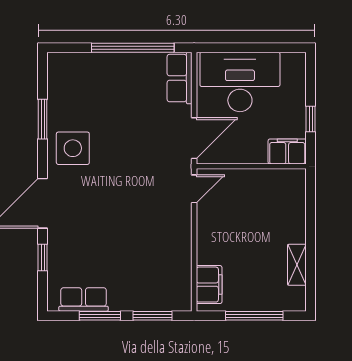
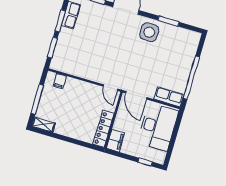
window: (311, 119) -> (145, 162), moved
locker: (272, 180) -> (103, 129), added
shelving: (297, 265) -> (44, 125), moved
filing cabinet: (209, 285) -> (60, 81), width x0.50

